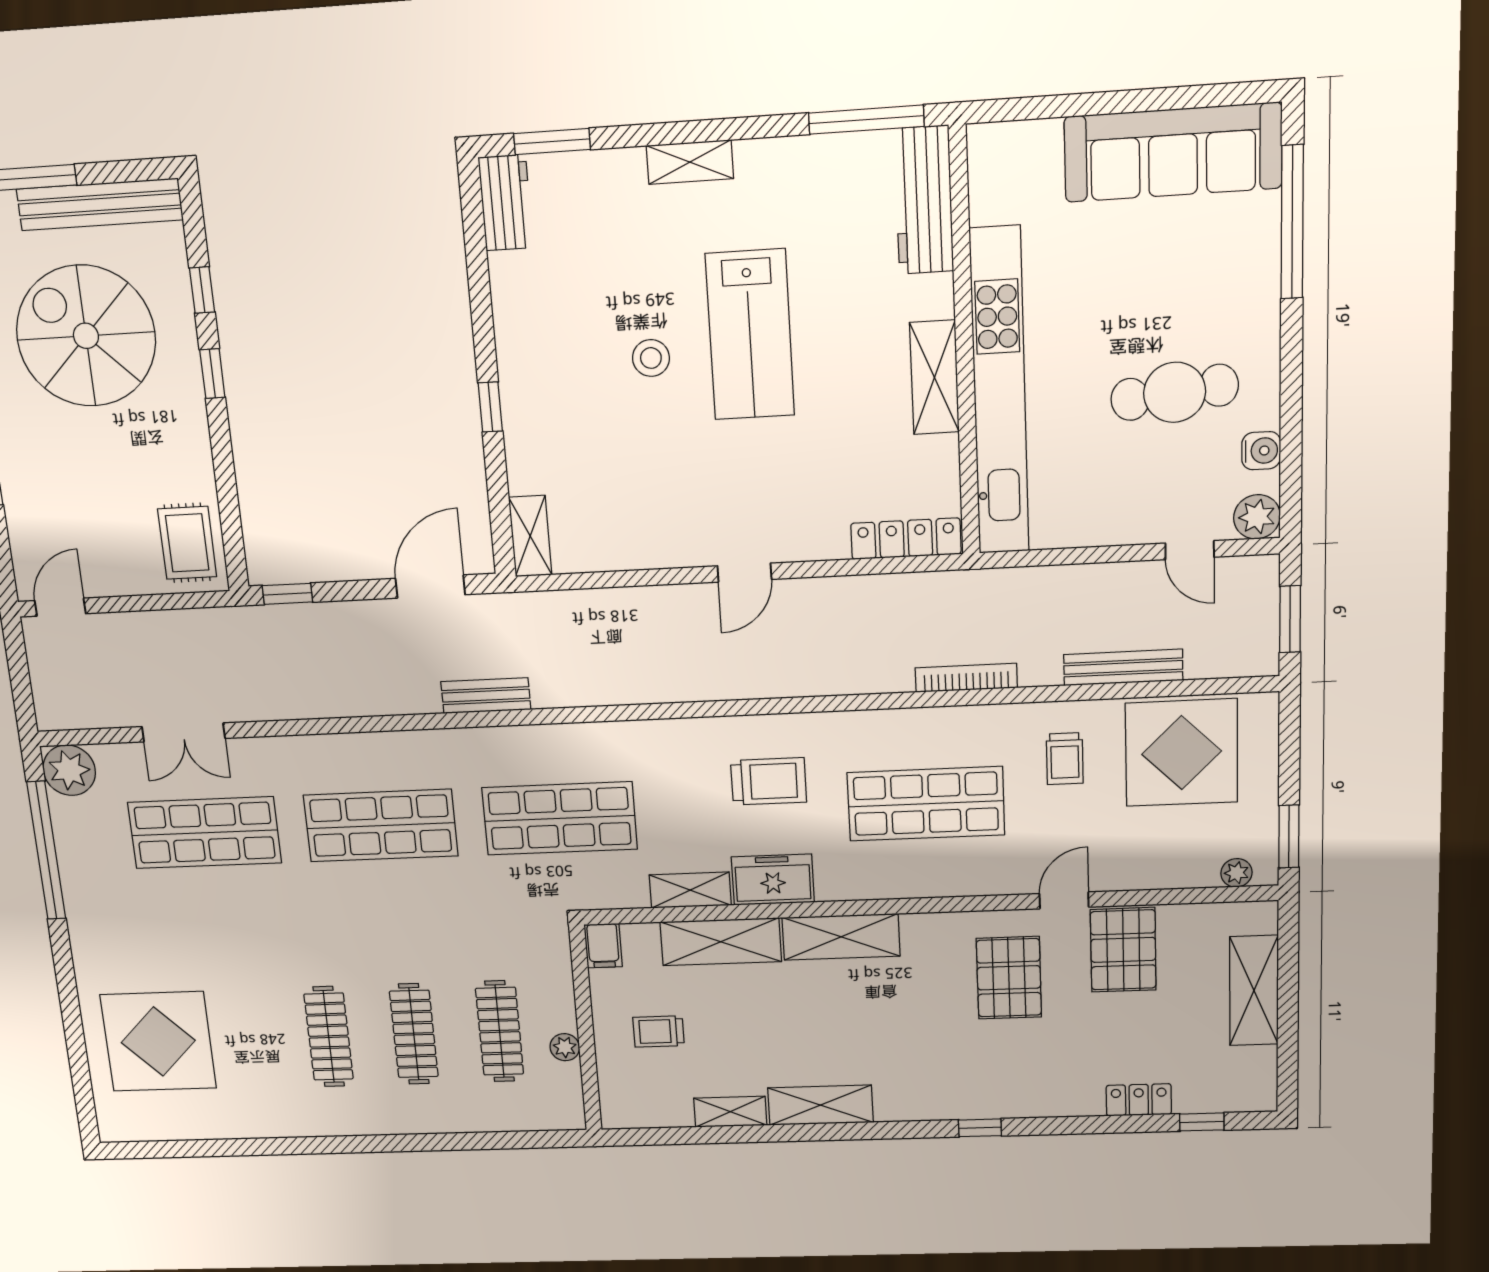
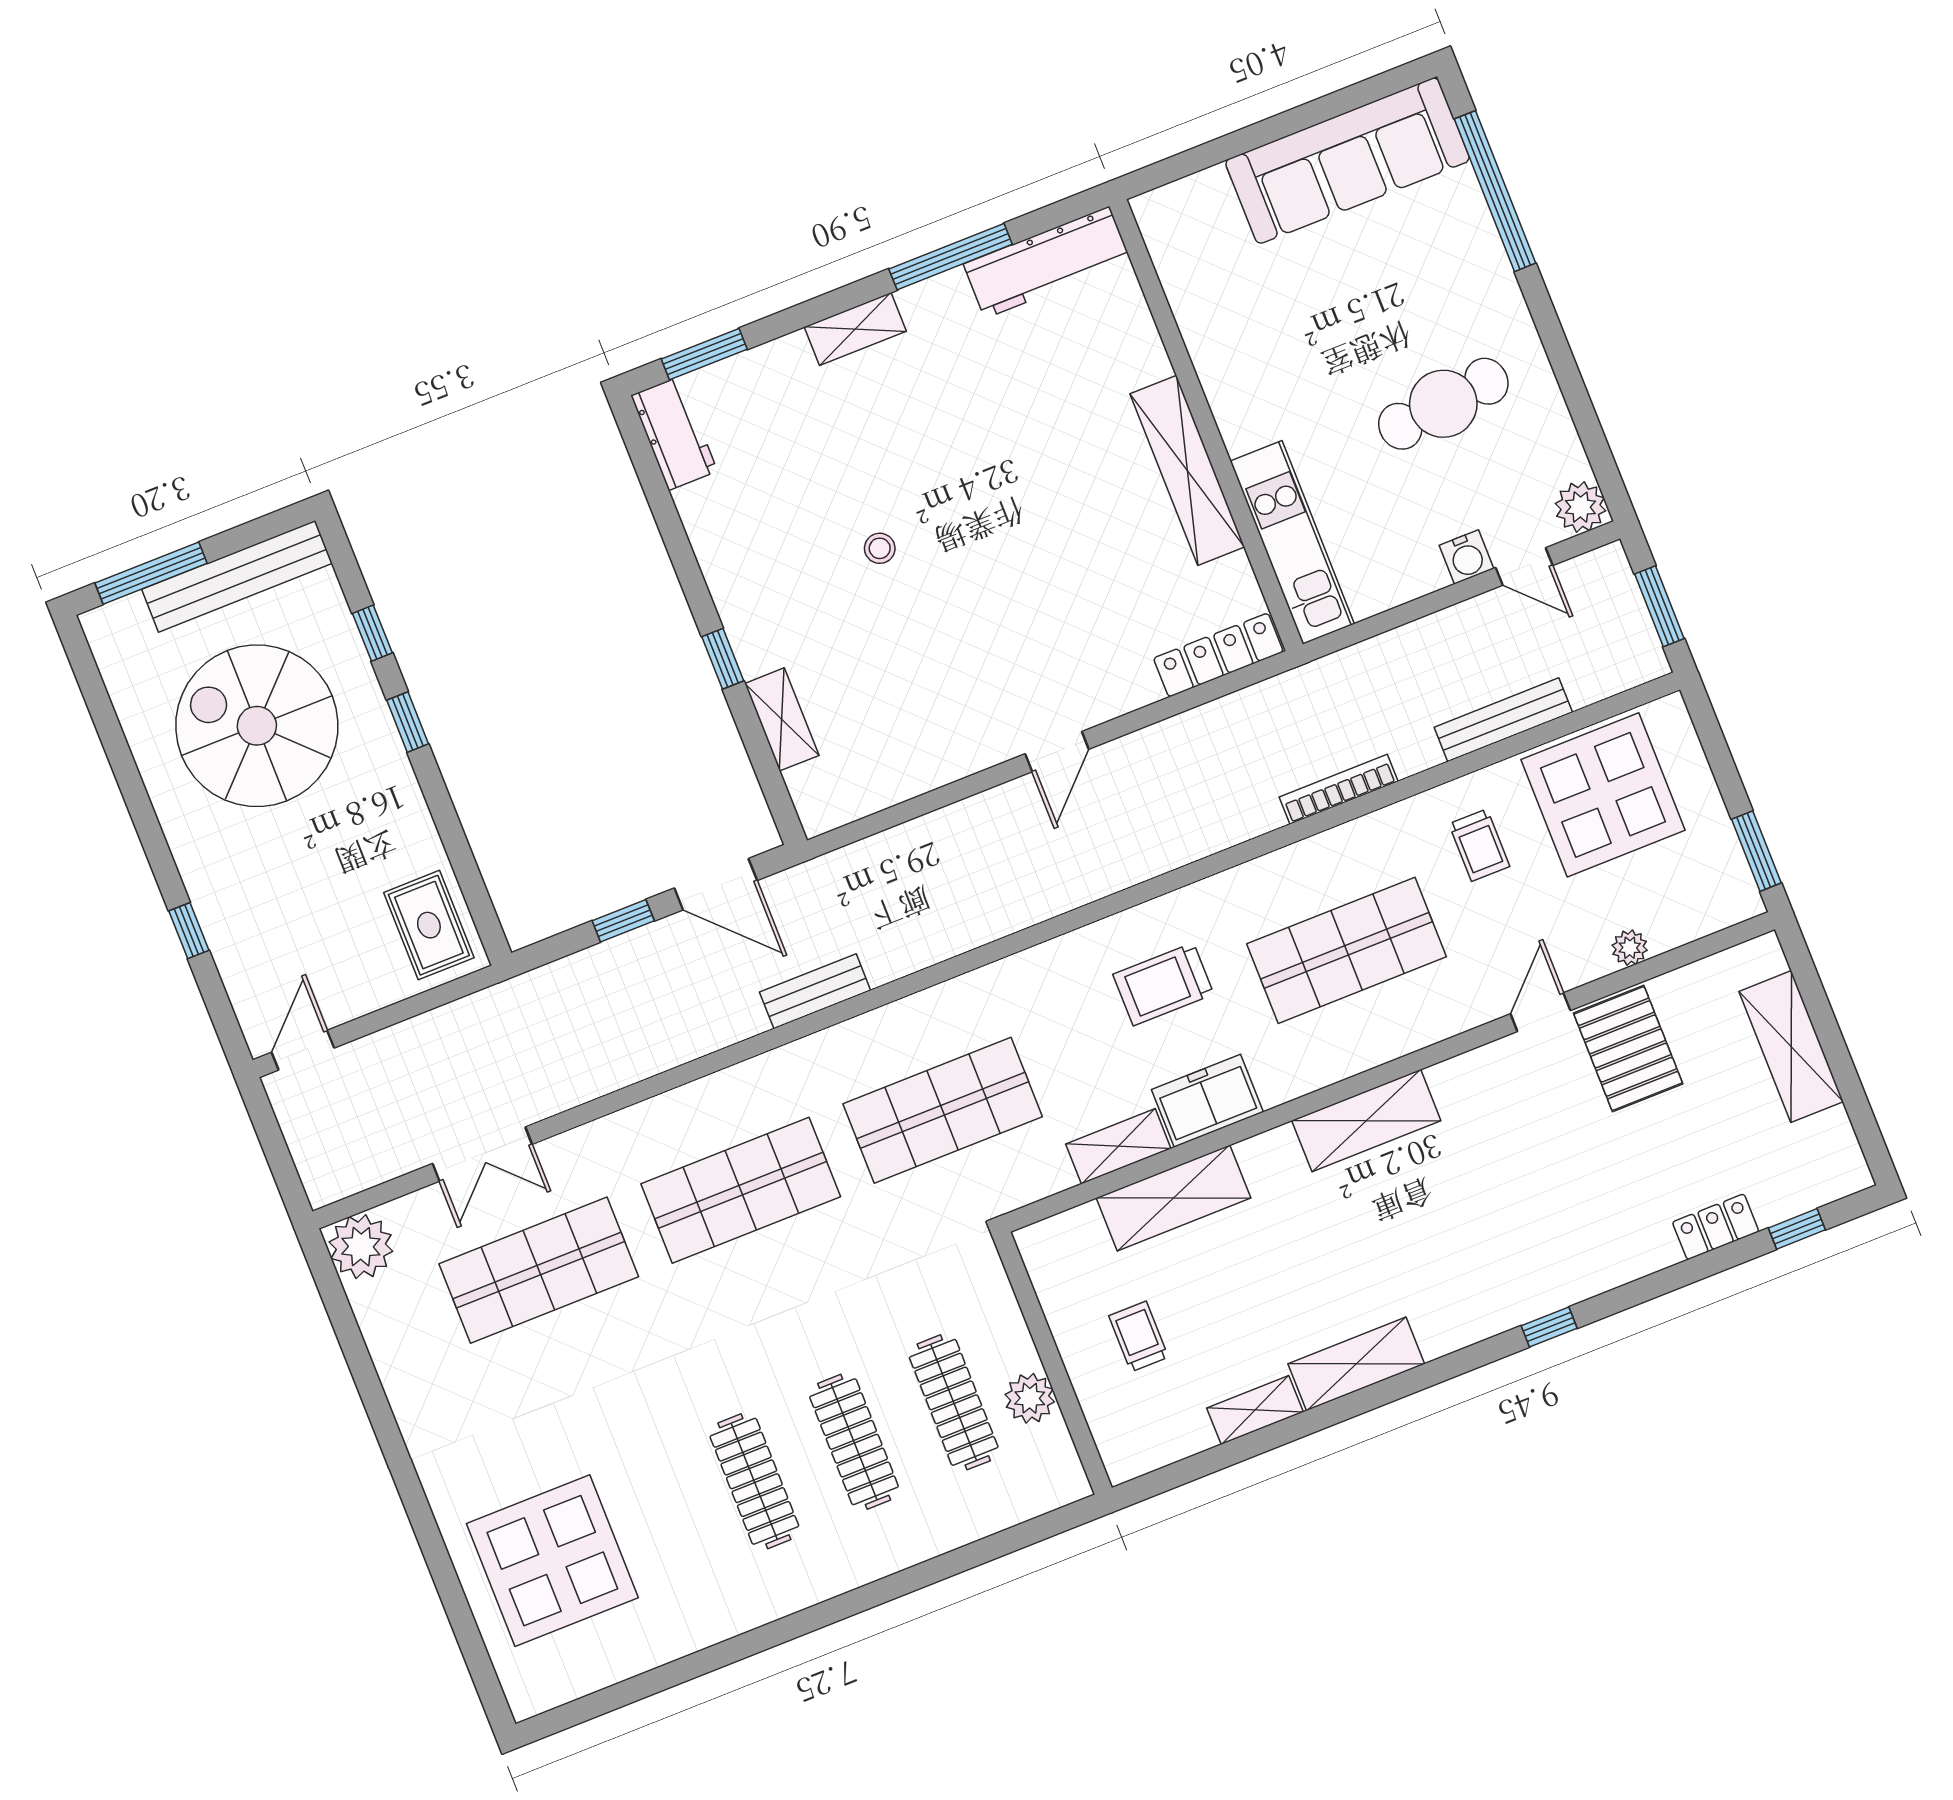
window: (866, 120) -> (951, 257), moved
workbench: (924, 200) -> (1047, 262), moved, turned -90
lab bench: (750, 335) -> (977, 489), removed
stool: (651, 358) -> (880, 548), width x0.73, depth x0.73
shelving: (934, 377) -> (1187, 470), width x1.47
kitchen unit: (1000, 392) -> (1292, 542), width x0.54
water cooler: (1261, 451) -> (1466, 557), moved, turned 90
shelving: (530, 536) -> (782, 719), moved
door: (430, 587) -> (716, 884), swing flipped
window: (287, 594) -> (623, 921), moved
trolley: (769, 781) -> (1163, 984), turned 180
window: (46, 851) -> (358, 1358), removed
plant: (1237, 873) -> (1630, 948), moved
shelving: (841, 937) -> (1366, 1121), moved
filing cabinet: (603, 946) -> (1041, 1250), removed
pallet: (1009, 978) -> (1514, 1127), removed
trolley: (658, 1031) -> (1139, 1336), turned 90
plant: (565, 1047) -> (1030, 1398), width x1.38, depth x1.38

